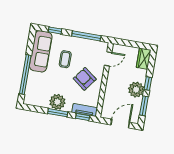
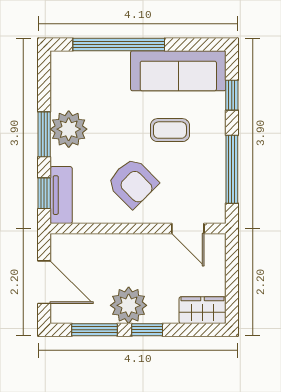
armchair: (85, 79) -> (133, 183), turned 98

